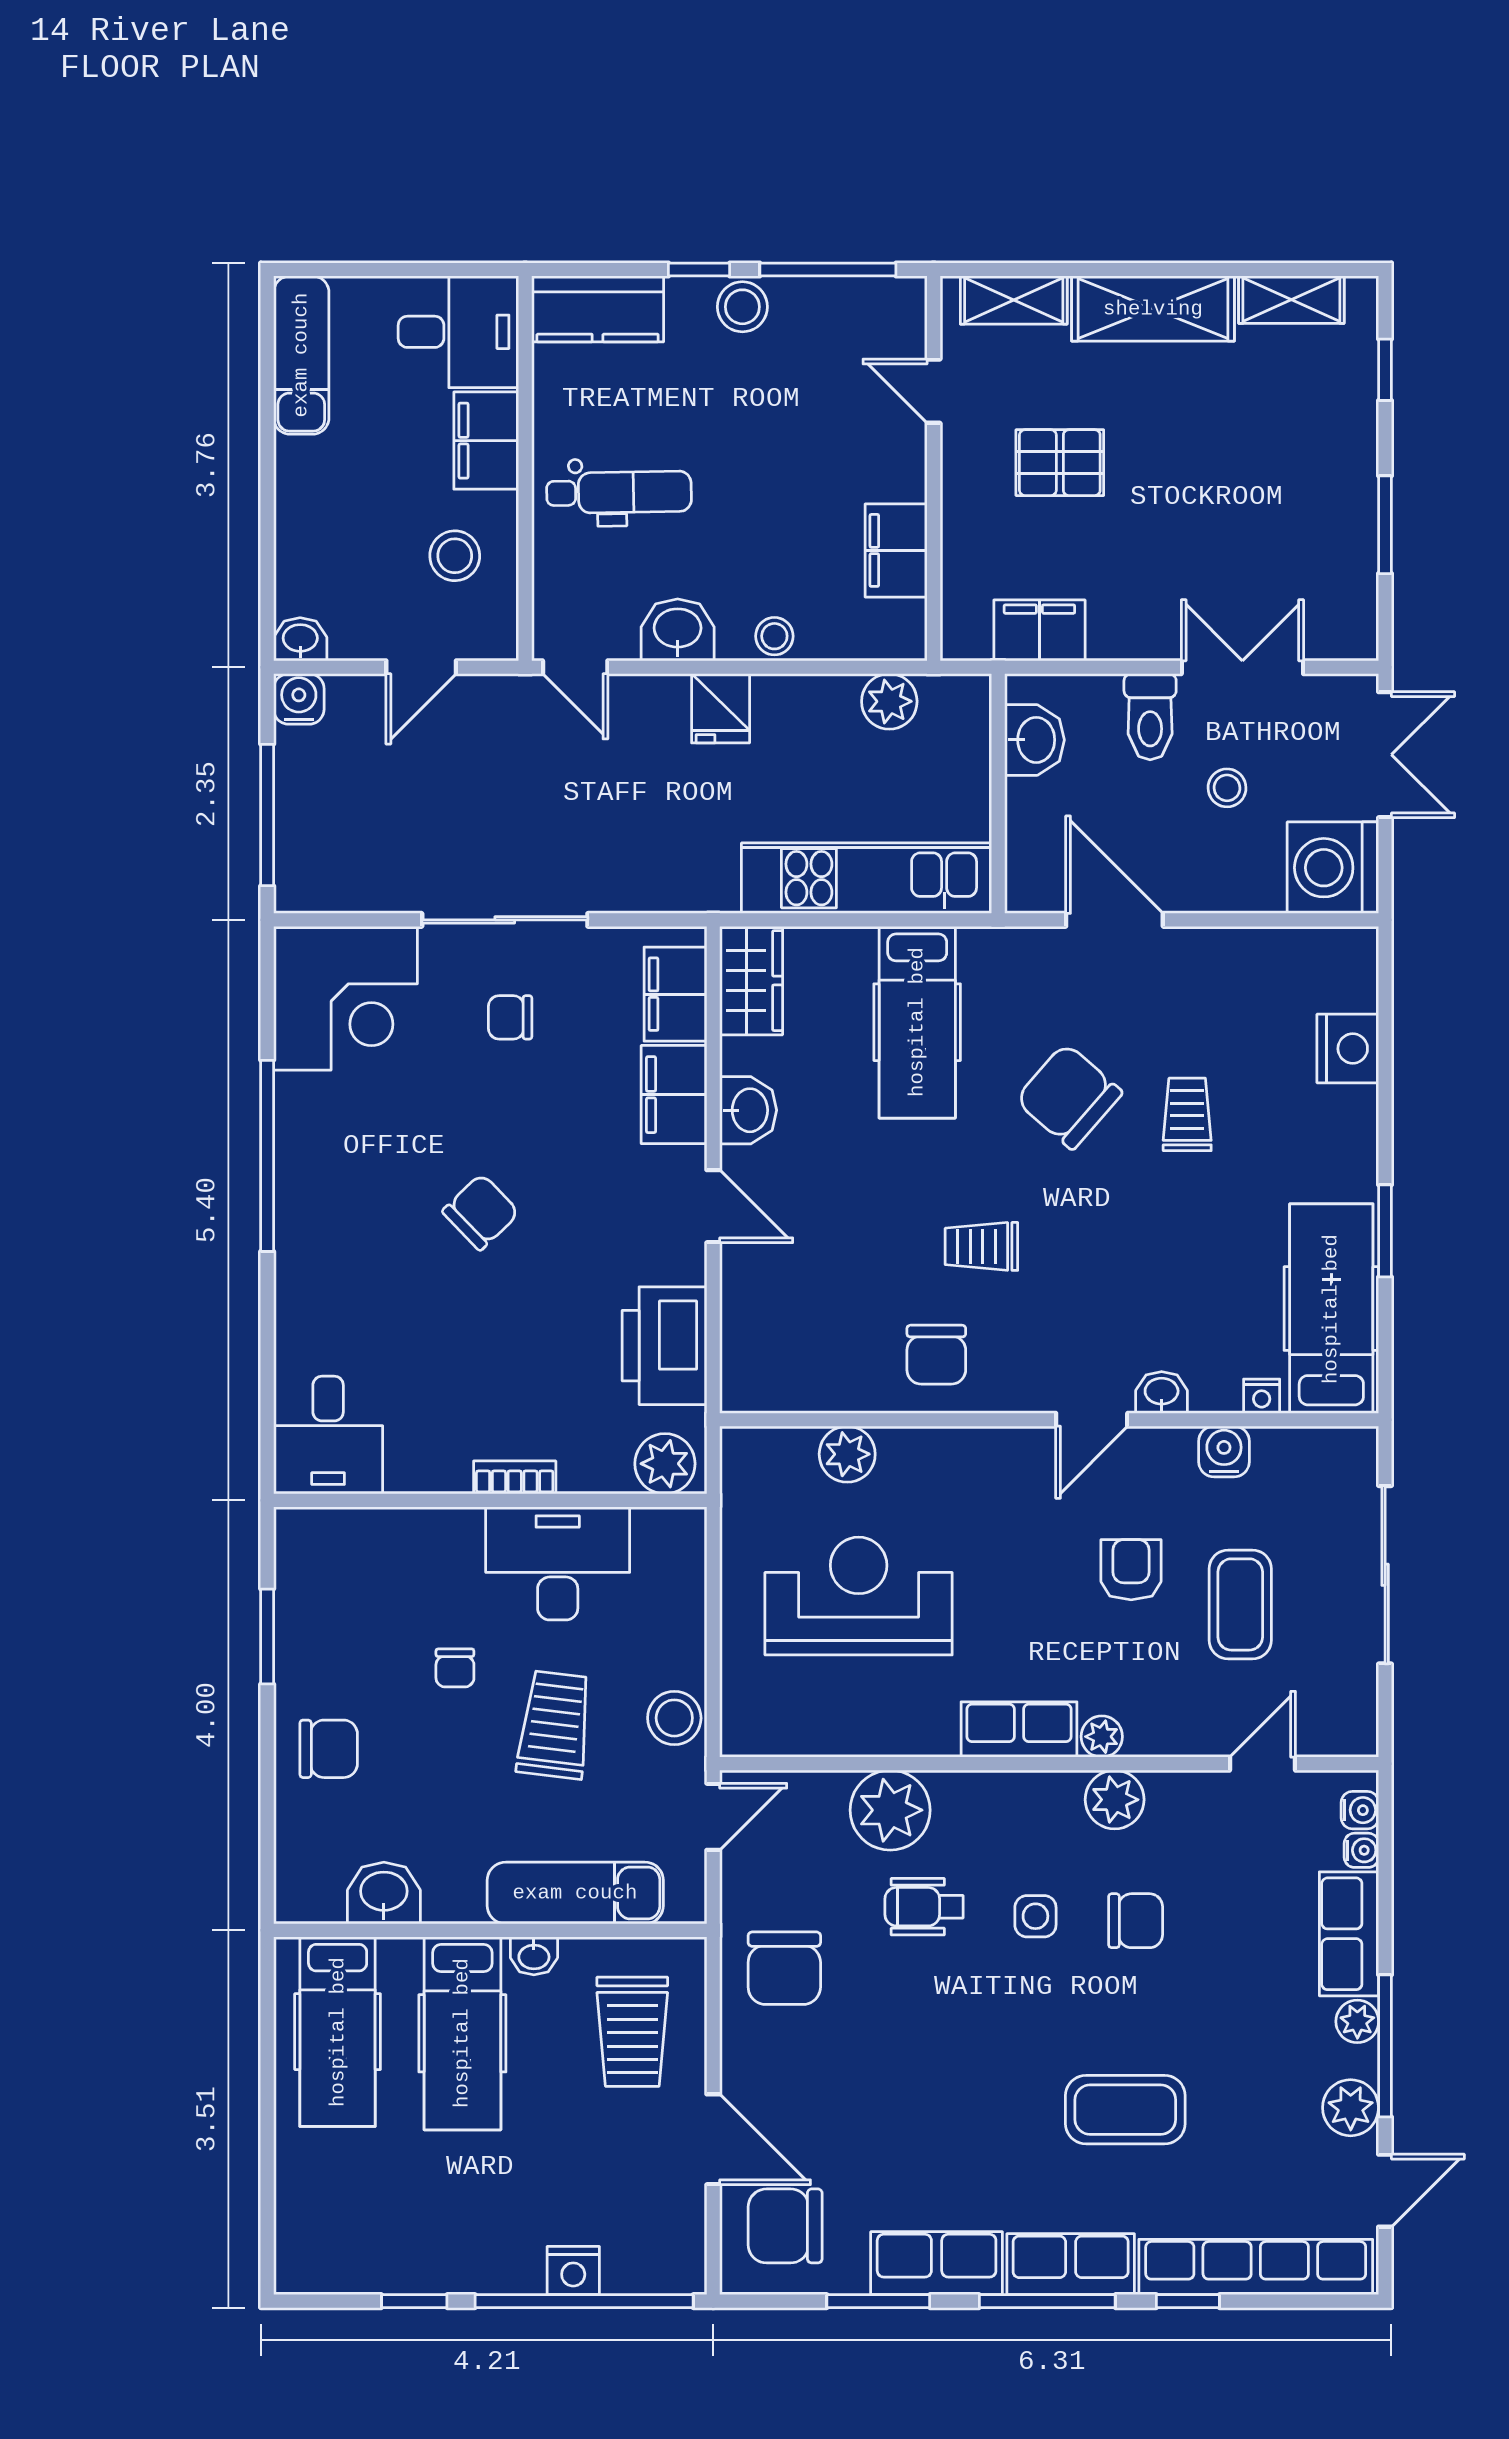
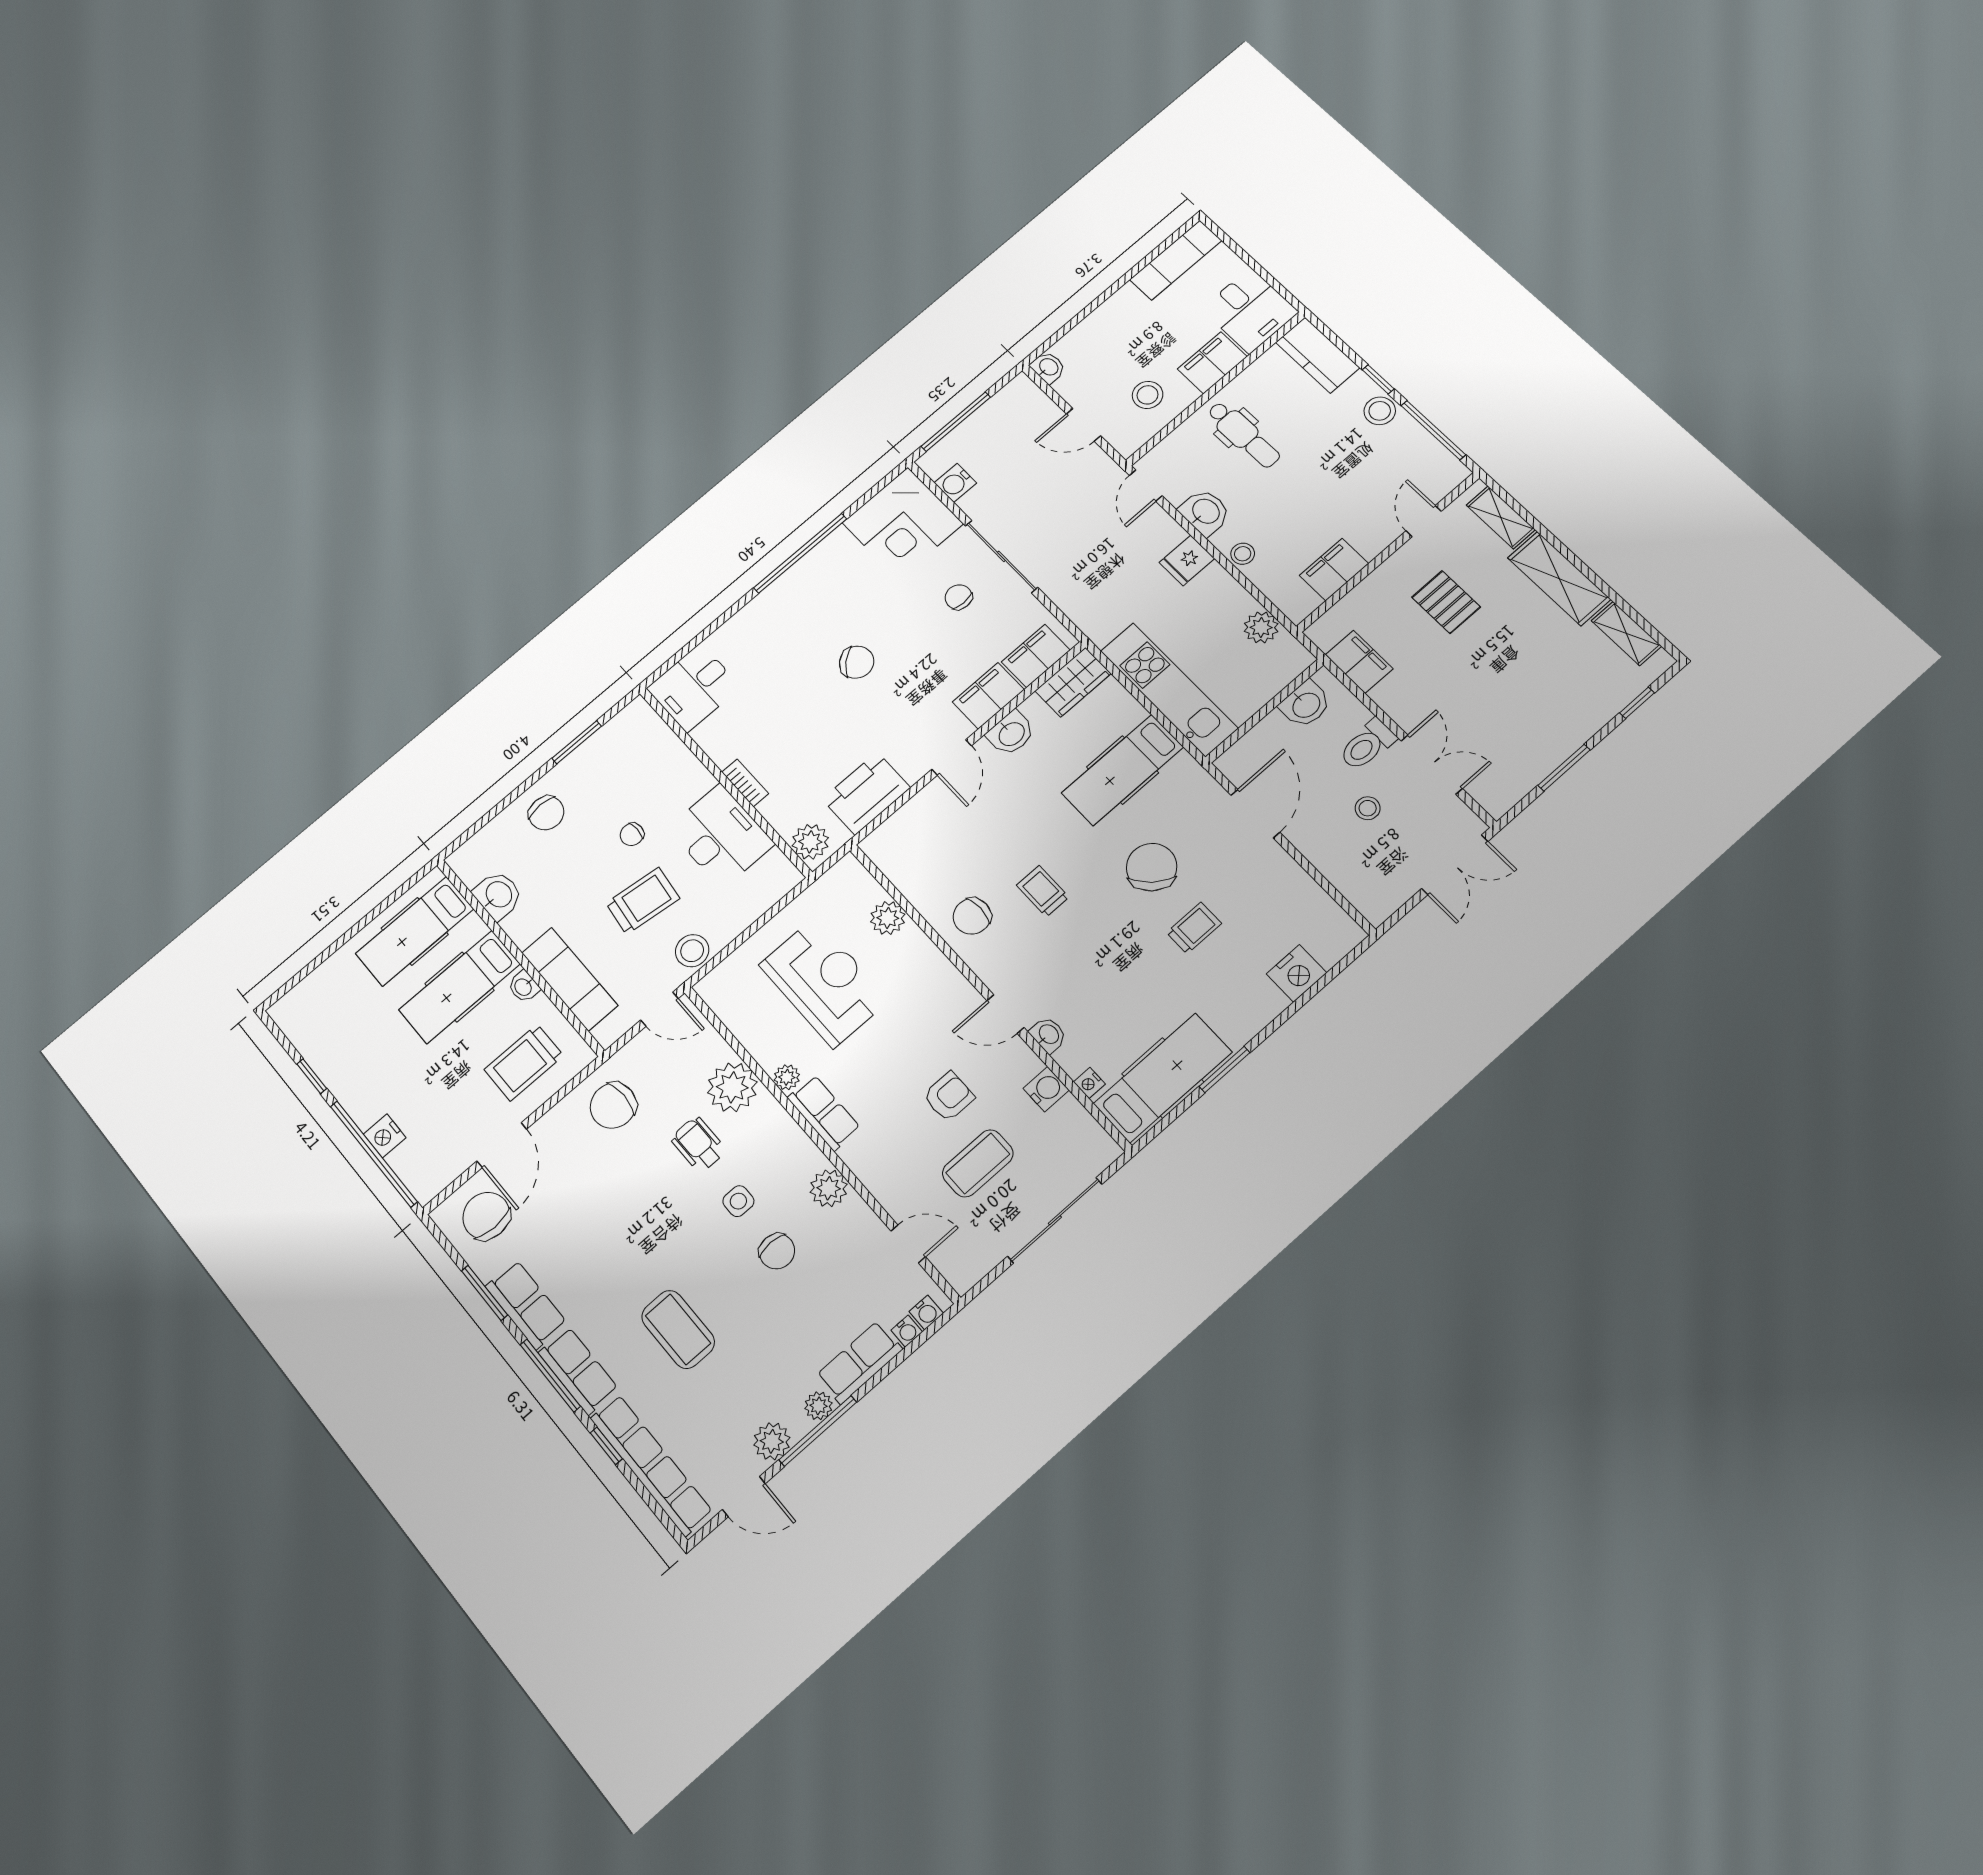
water cooler: (299, 699) -> (955, 483), moved, turned 180
washing machine: (1333, 868) -> (1377, 889), removed
plant: (1102, 1737) -> (787, 1077), moved

